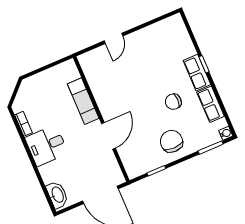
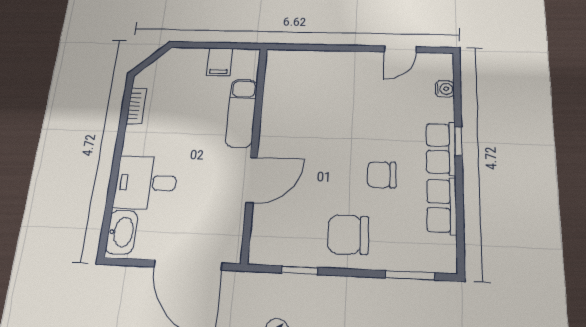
door: (114, 38) -> (400, 49), moved
filing cabinet: (54, 76) -> (219, 62), added
water cooler: (226, 133) -> (445, 89), moved
chair: (171, 141) -> (348, 235), turned -90
desk: (46, 146) -> (146, 183), moved

